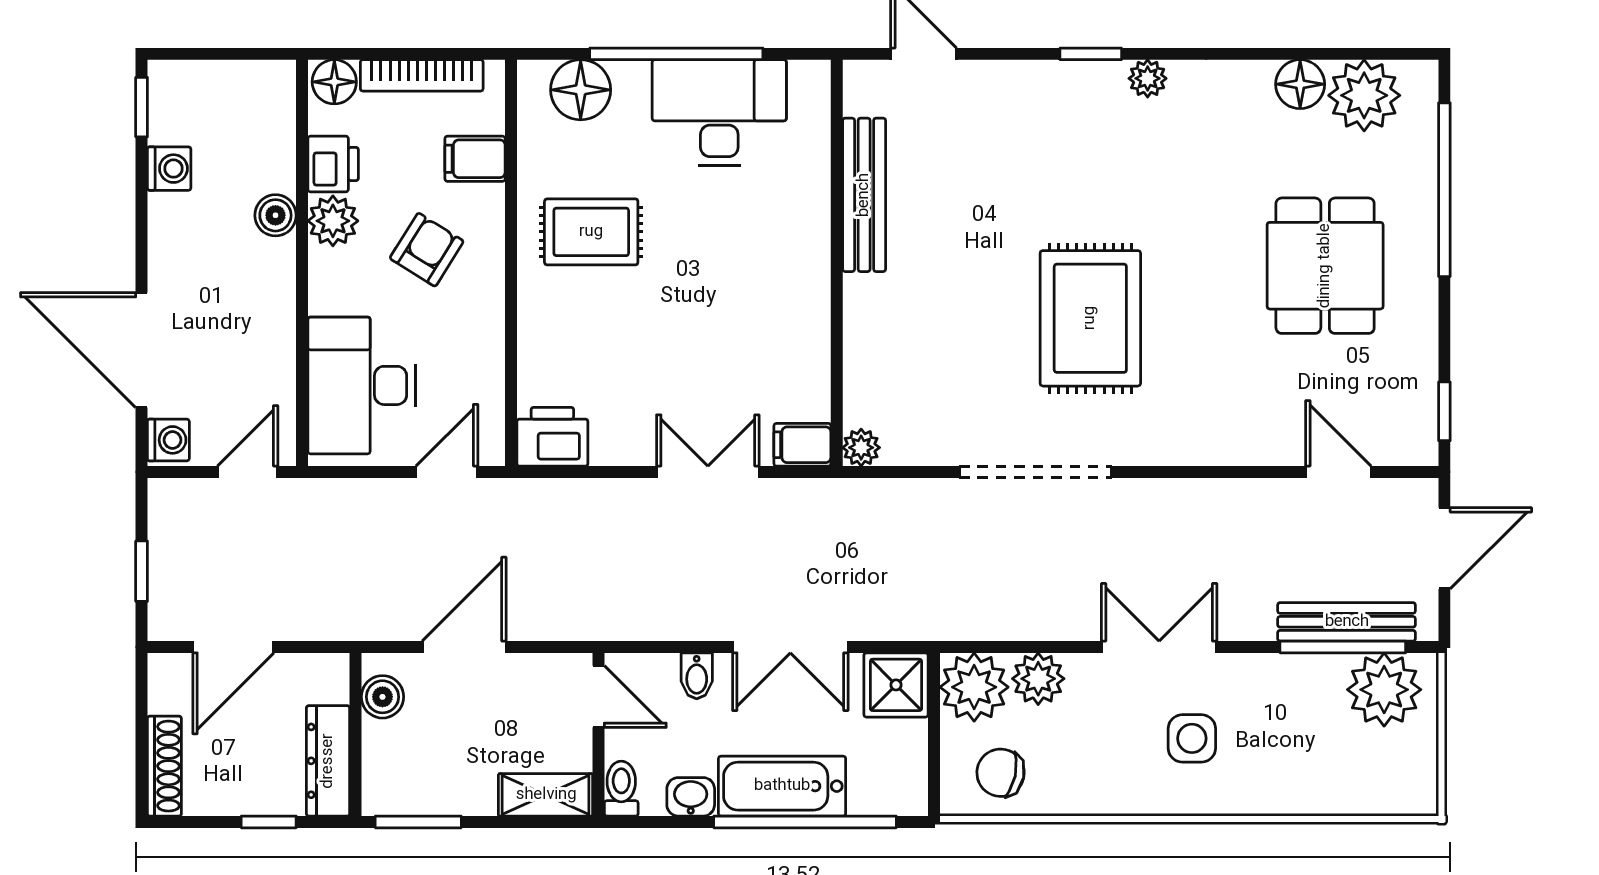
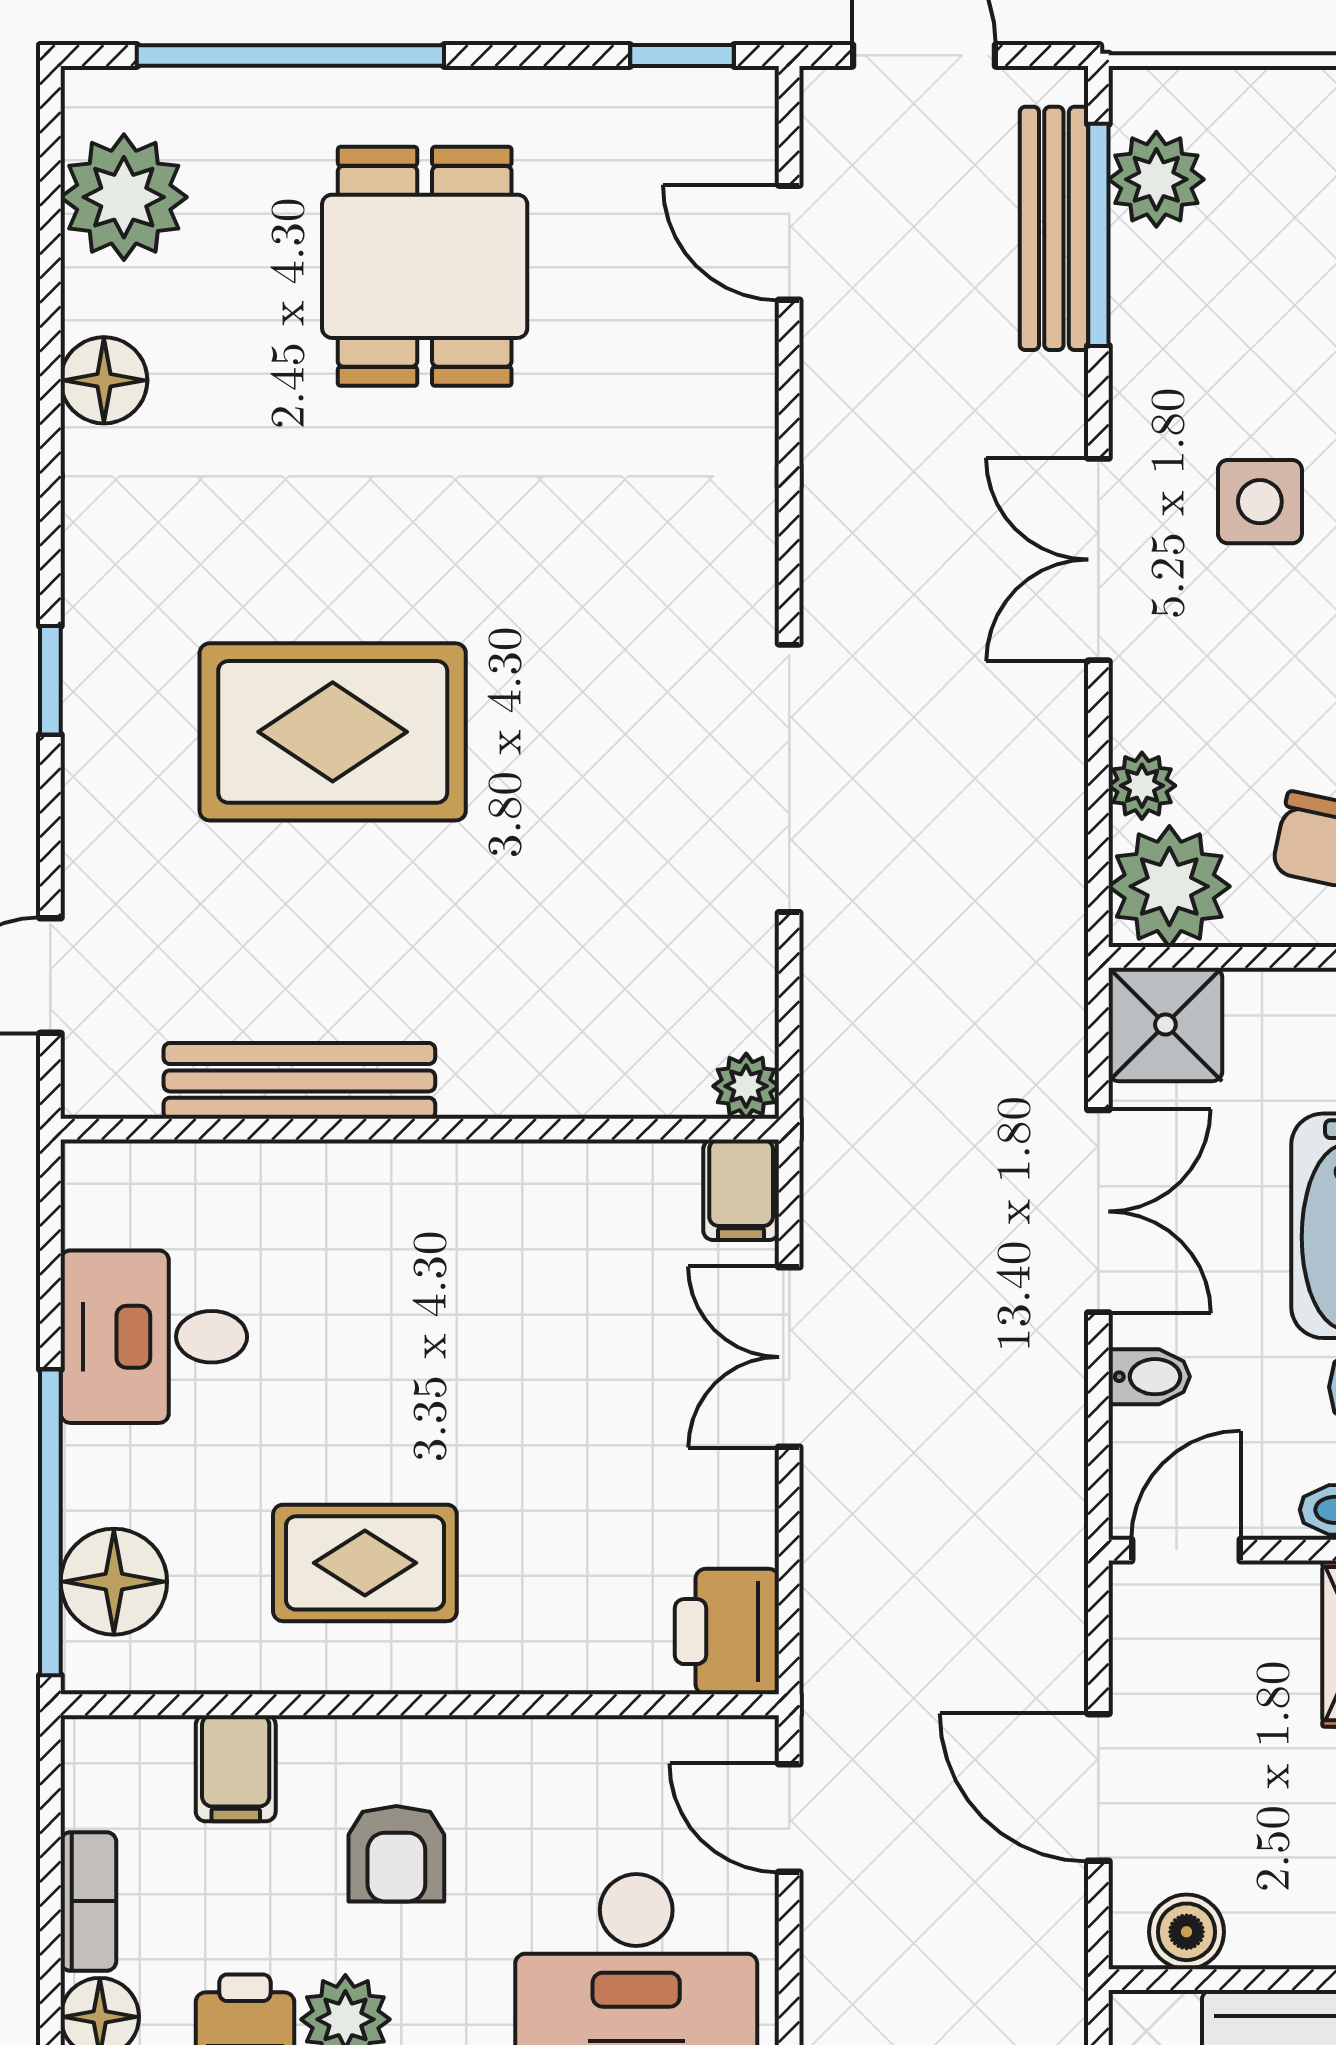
window: (676, 54) -> (50, 1522), moved
bookcase: (422, 75) -> (88, 1901), width x0.64
plant: (1148, 78) -> (94, 580), removed
floor lamp: (1300, 84) -> (104, 380), moved
desk: (719, 112) -> (154, 1337), width x0.73
rug: (591, 232) -> (365, 1563), turned 90
armchair: (427, 250) -> (396, 1854), turned -122
dining table: (1325, 266) -> (425, 266), turned 90
rug: (1090, 318) -> (333, 732), moved
door: (1338, 472) -> (789, 243), hinge flipped
plant: (1038, 679) -> (1142, 786), width x0.73, depth x0.73
plant: (1384, 690) -> (1156, 179), width x0.73, depth x0.73

